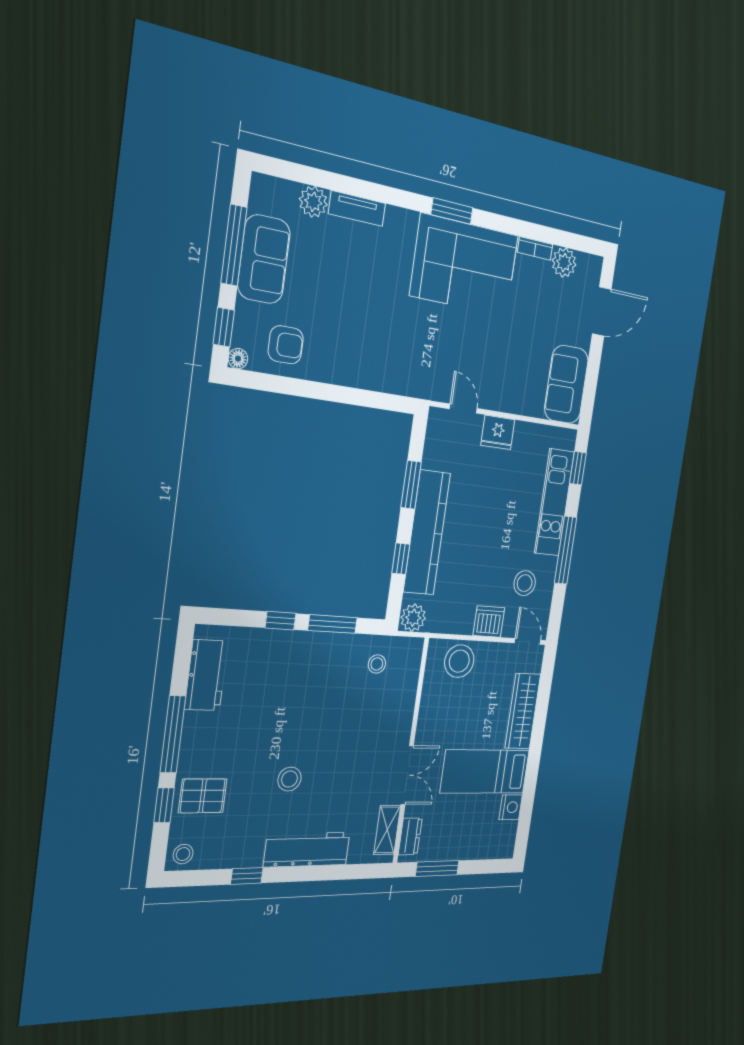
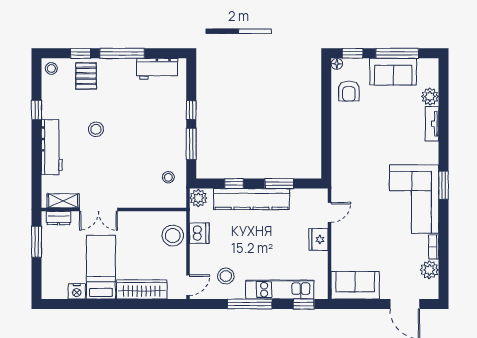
dishwasher: (489, 622) -> (199, 233), moved

